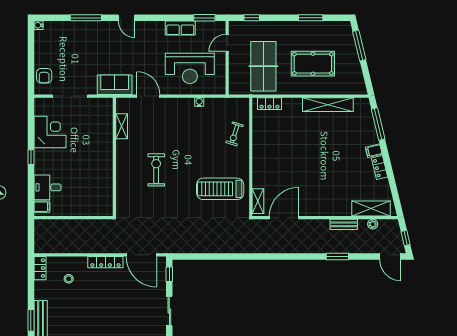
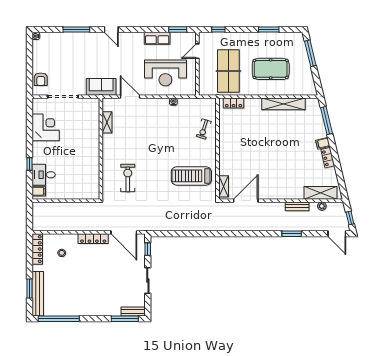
window: (31, 157) -> (29, 164), moved
exercise bike: (156, 170) -> (128, 178), moved
locker: (40, 268) -> (37, 249), width x1.53

